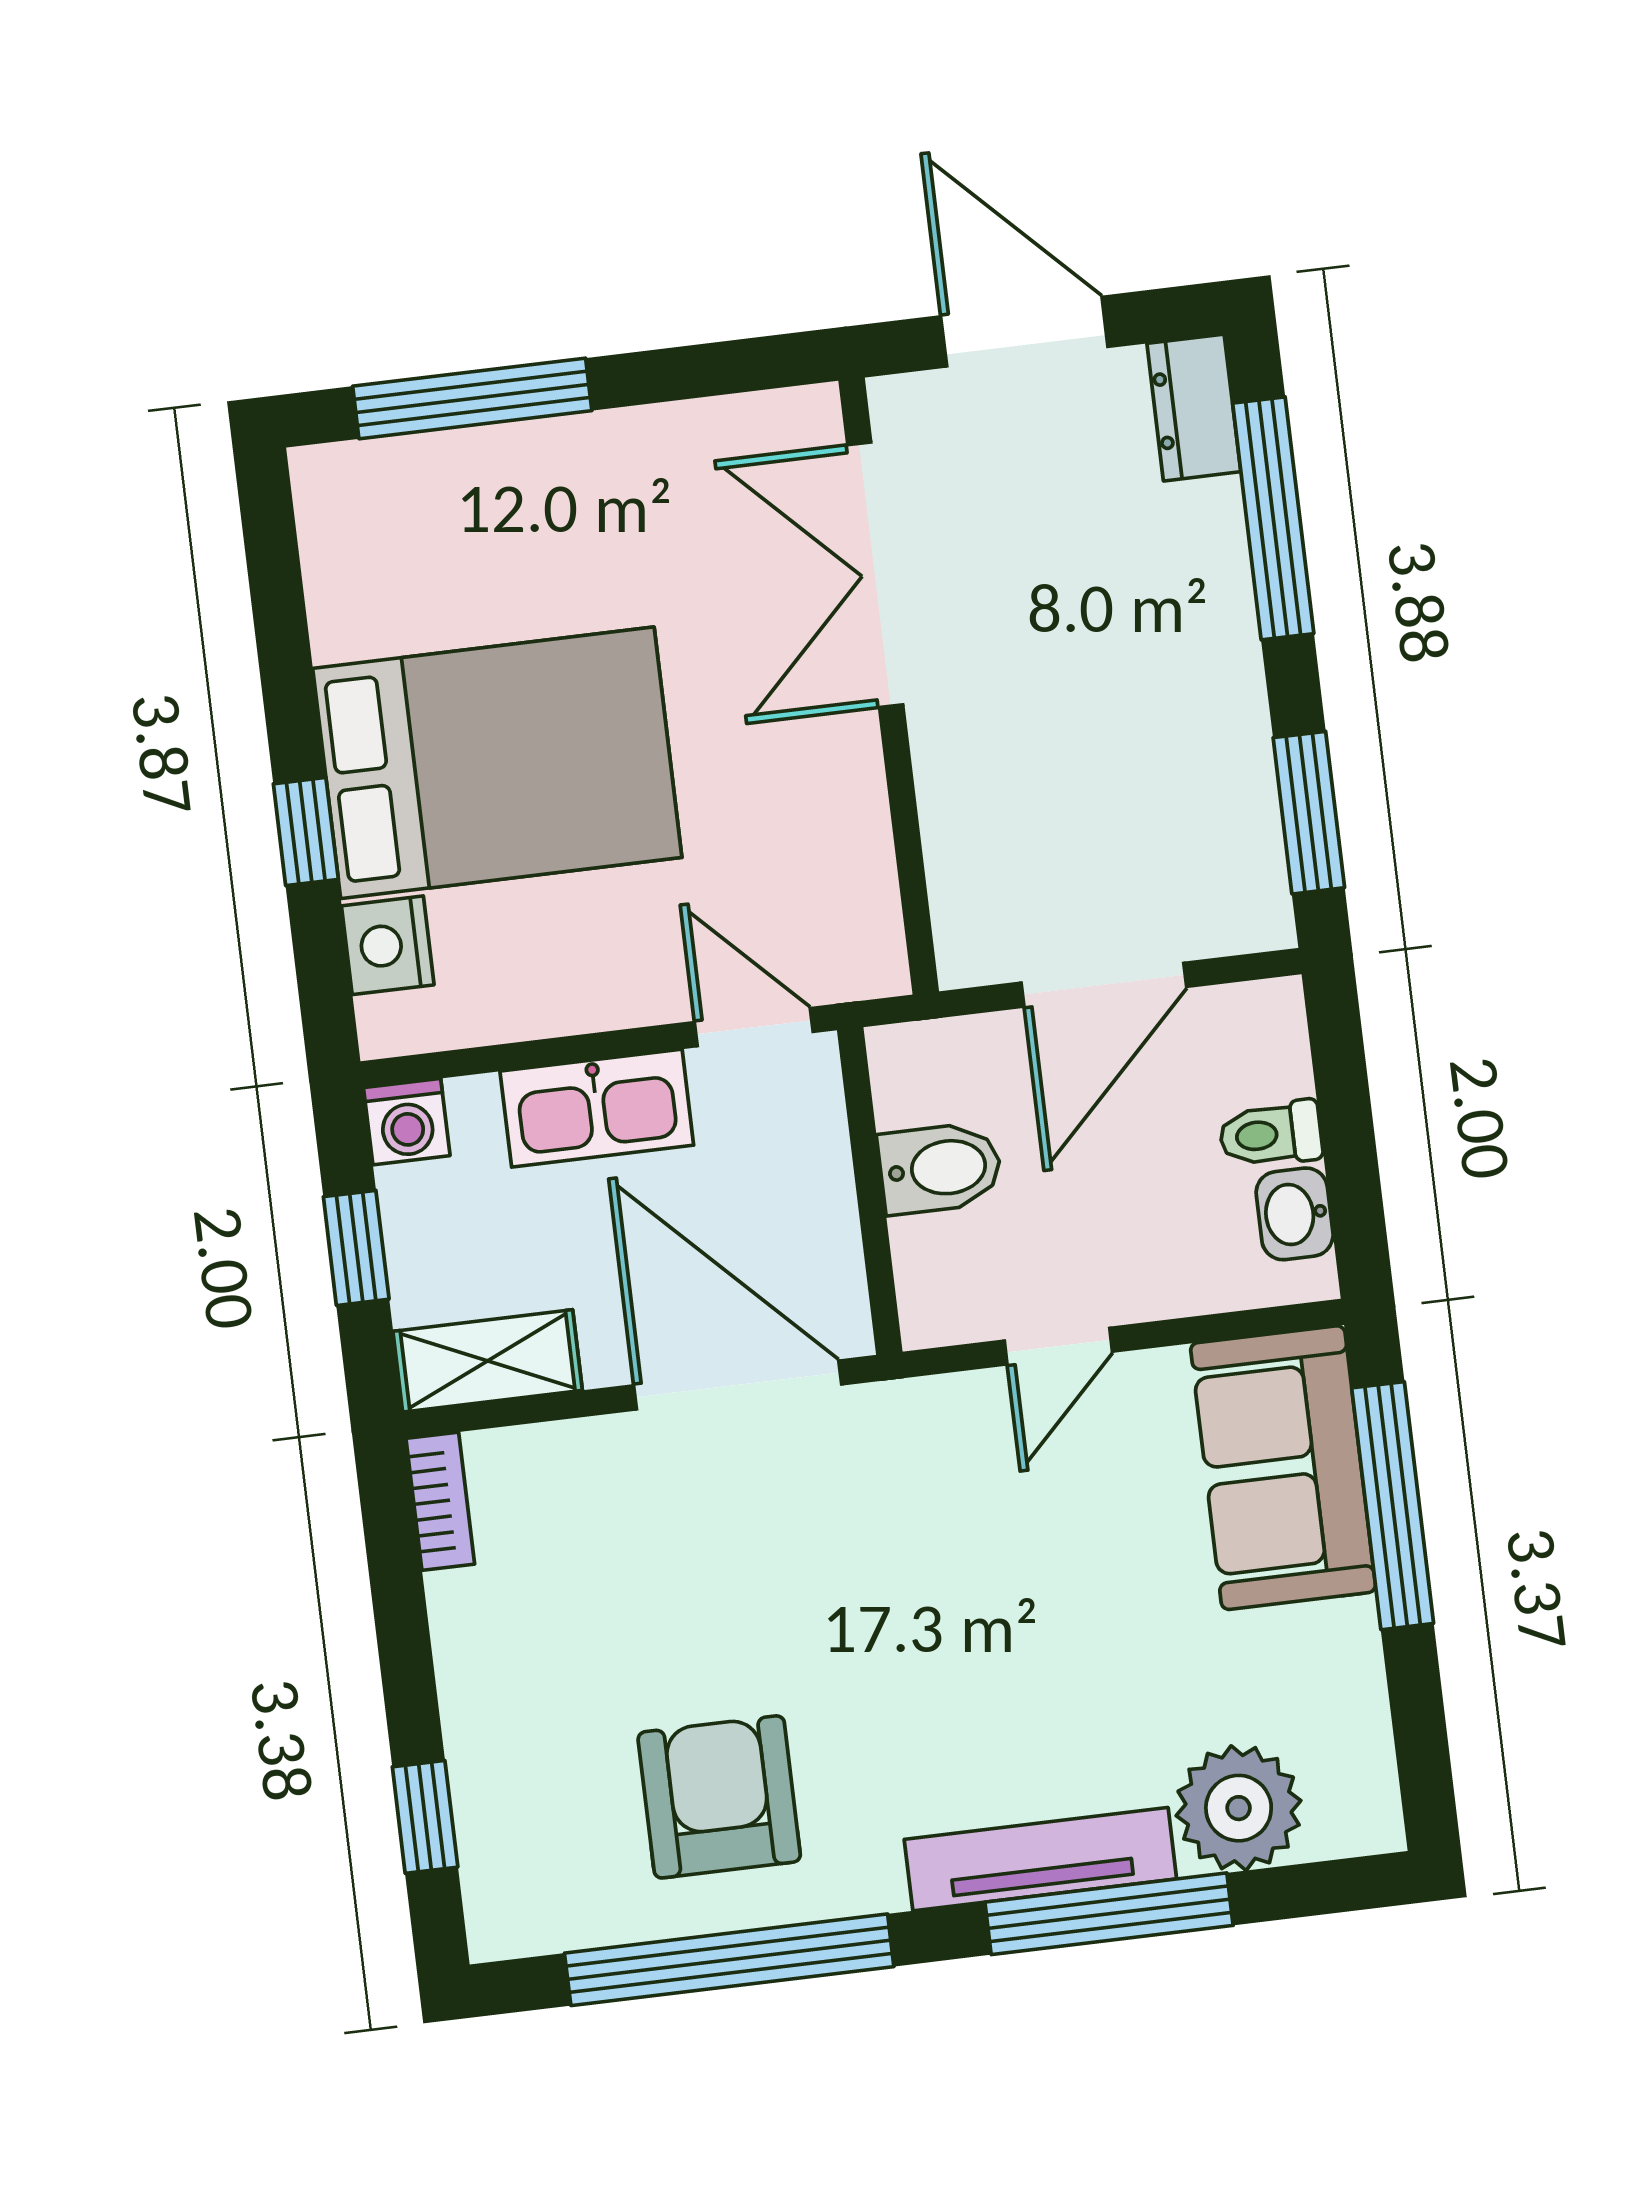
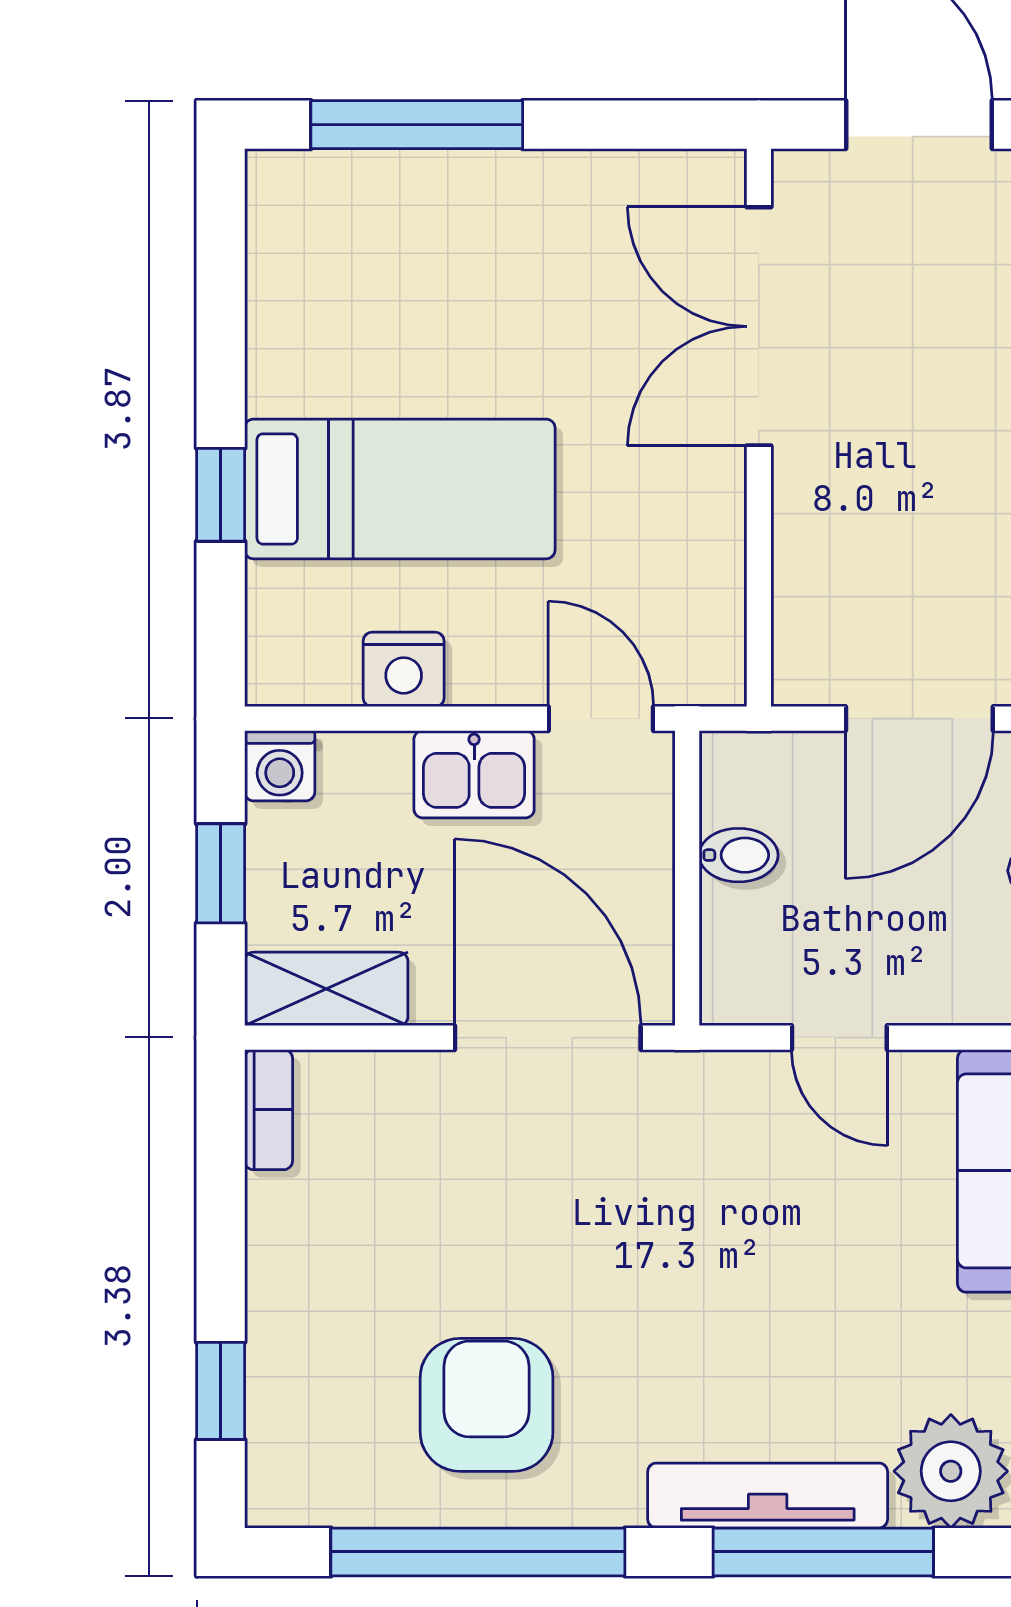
bed: (497, 763) -> (400, 489), width x0.67
nightstand: (388, 945) -> (404, 669), moved, turned -90
kitchen sink: (597, 1108) -> (474, 774), width x0.73
bidet: (940, 1168) -> (739, 855), width x0.72, depth x0.74
door: (1058, 1346) -> (839, 1038), hinge flipped

